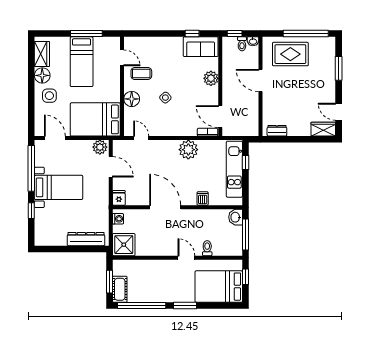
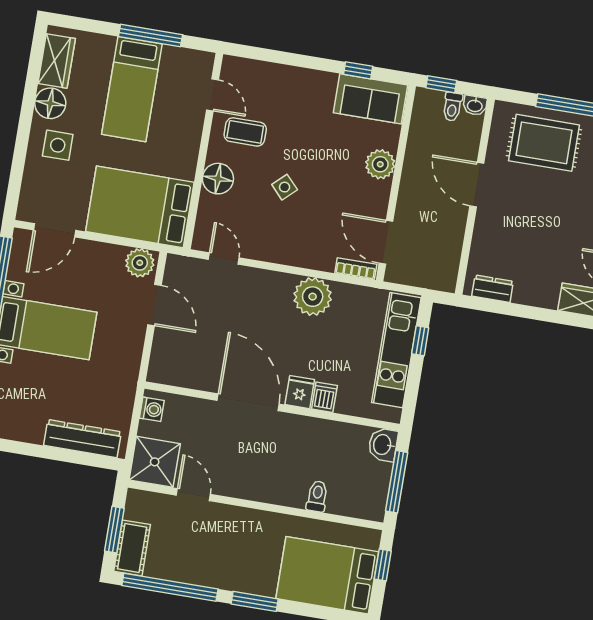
door: (55, 138) -> (55, 230), swing flipped
fridge: (119, 198) -> (300, 392), moved
door: (186, 258) -> (193, 495), moved

